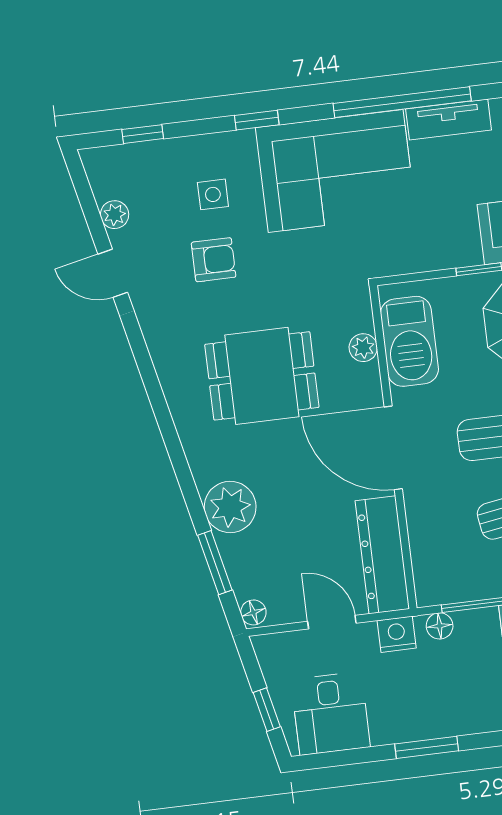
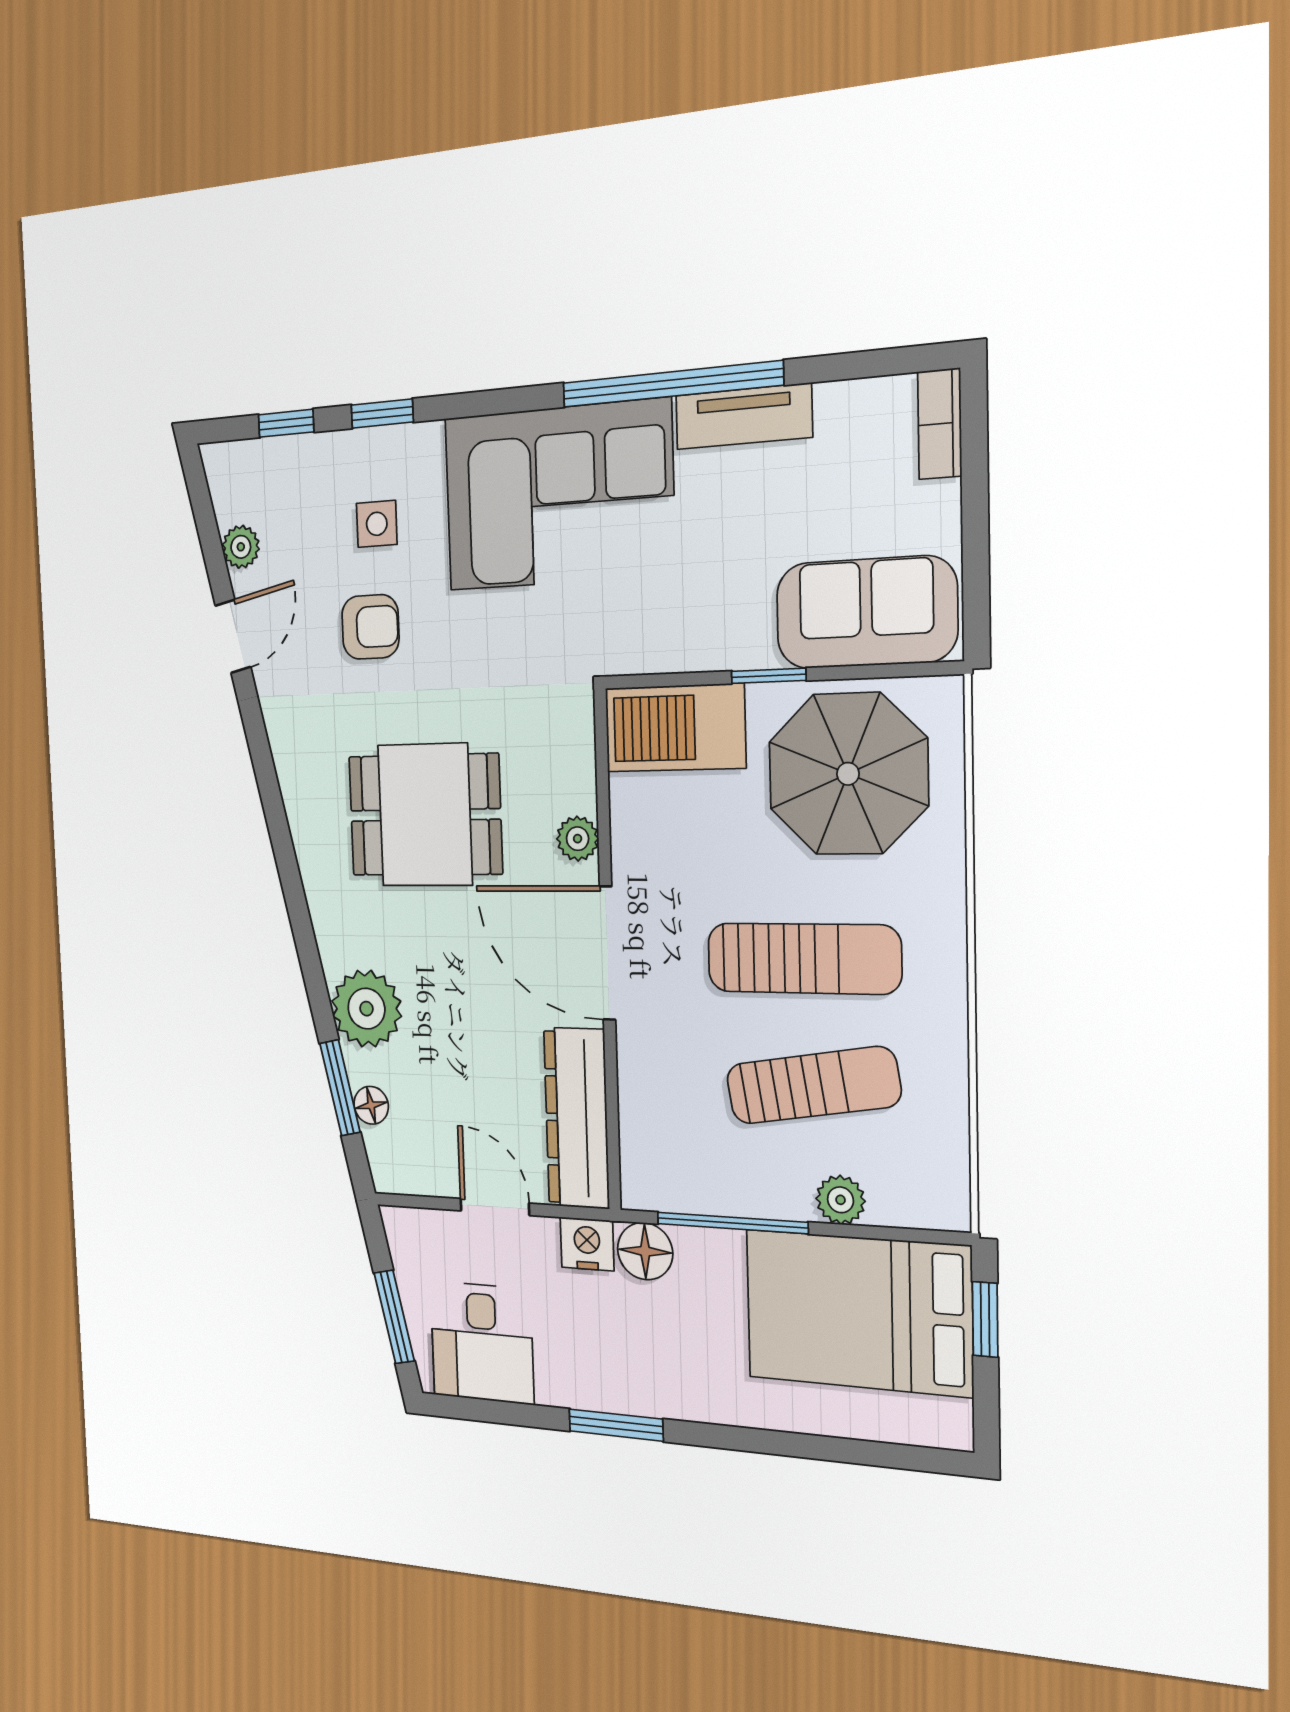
window: (257, 120) -> (382, 414), moved
door: (113, 273) -> (233, 636), swing flipped
barbecue: (409, 341) -> (675, 728), moved, turned 90
plant: (363, 348) -> (578, 839), moved
floor lamp: (253, 612) -> (371, 1105), moved
floor lamp: (440, 626) -> (645, 1251), width x1.37, depth x1.37
window: (267, 710) -> (394, 1317), width x1.50

